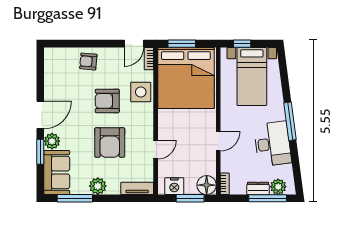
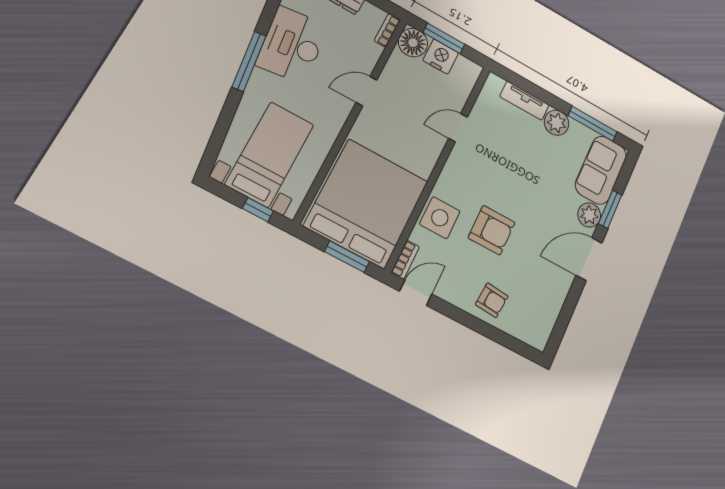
armchair: (110, 143) -> (515, 171), removed
nightstand: (174, 186) -> (441, 57), moved
tv unit: (137, 188) -> (524, 101), moved

